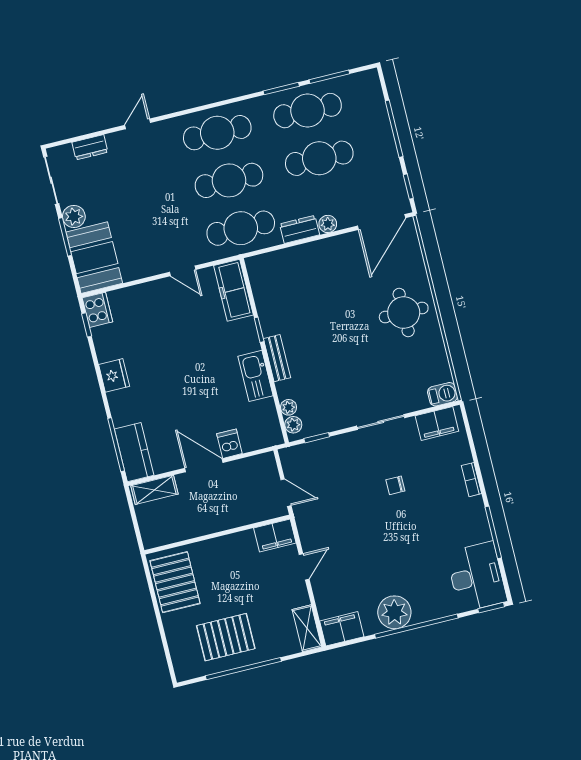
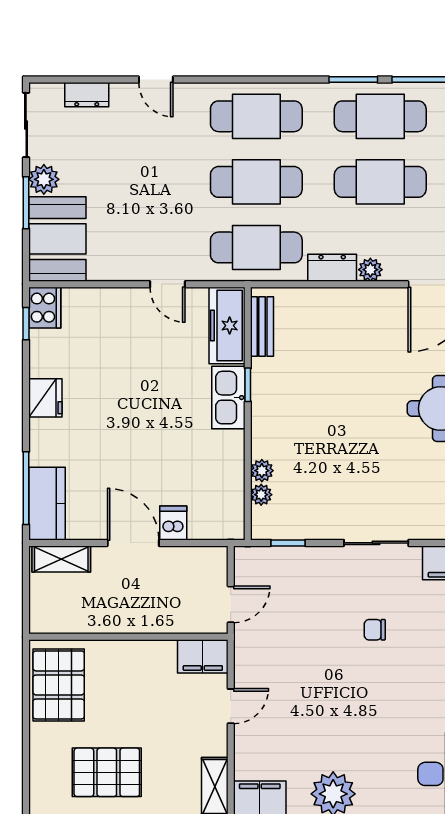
door: (138, 124) -> (156, 80), swing flipped
bench: (277, 358) -> (262, 327), moved
kitchen sink: (255, 376) -> (228, 398), moved
plant: (293, 425) -> (262, 471), moved
door: (286, 493) -> (231, 604), hinge flipped

